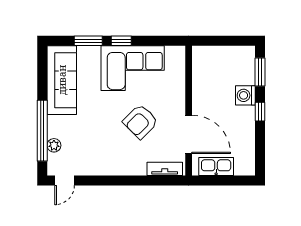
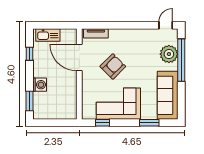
window: (121, 41) -> (102, 123), moved
window: (260, 112) -> (29, 54), moved
plant: (54, 145) -> (169, 54), width x1.87, depth x1.87
kitchen sink: (216, 167) -> (48, 35), moved

